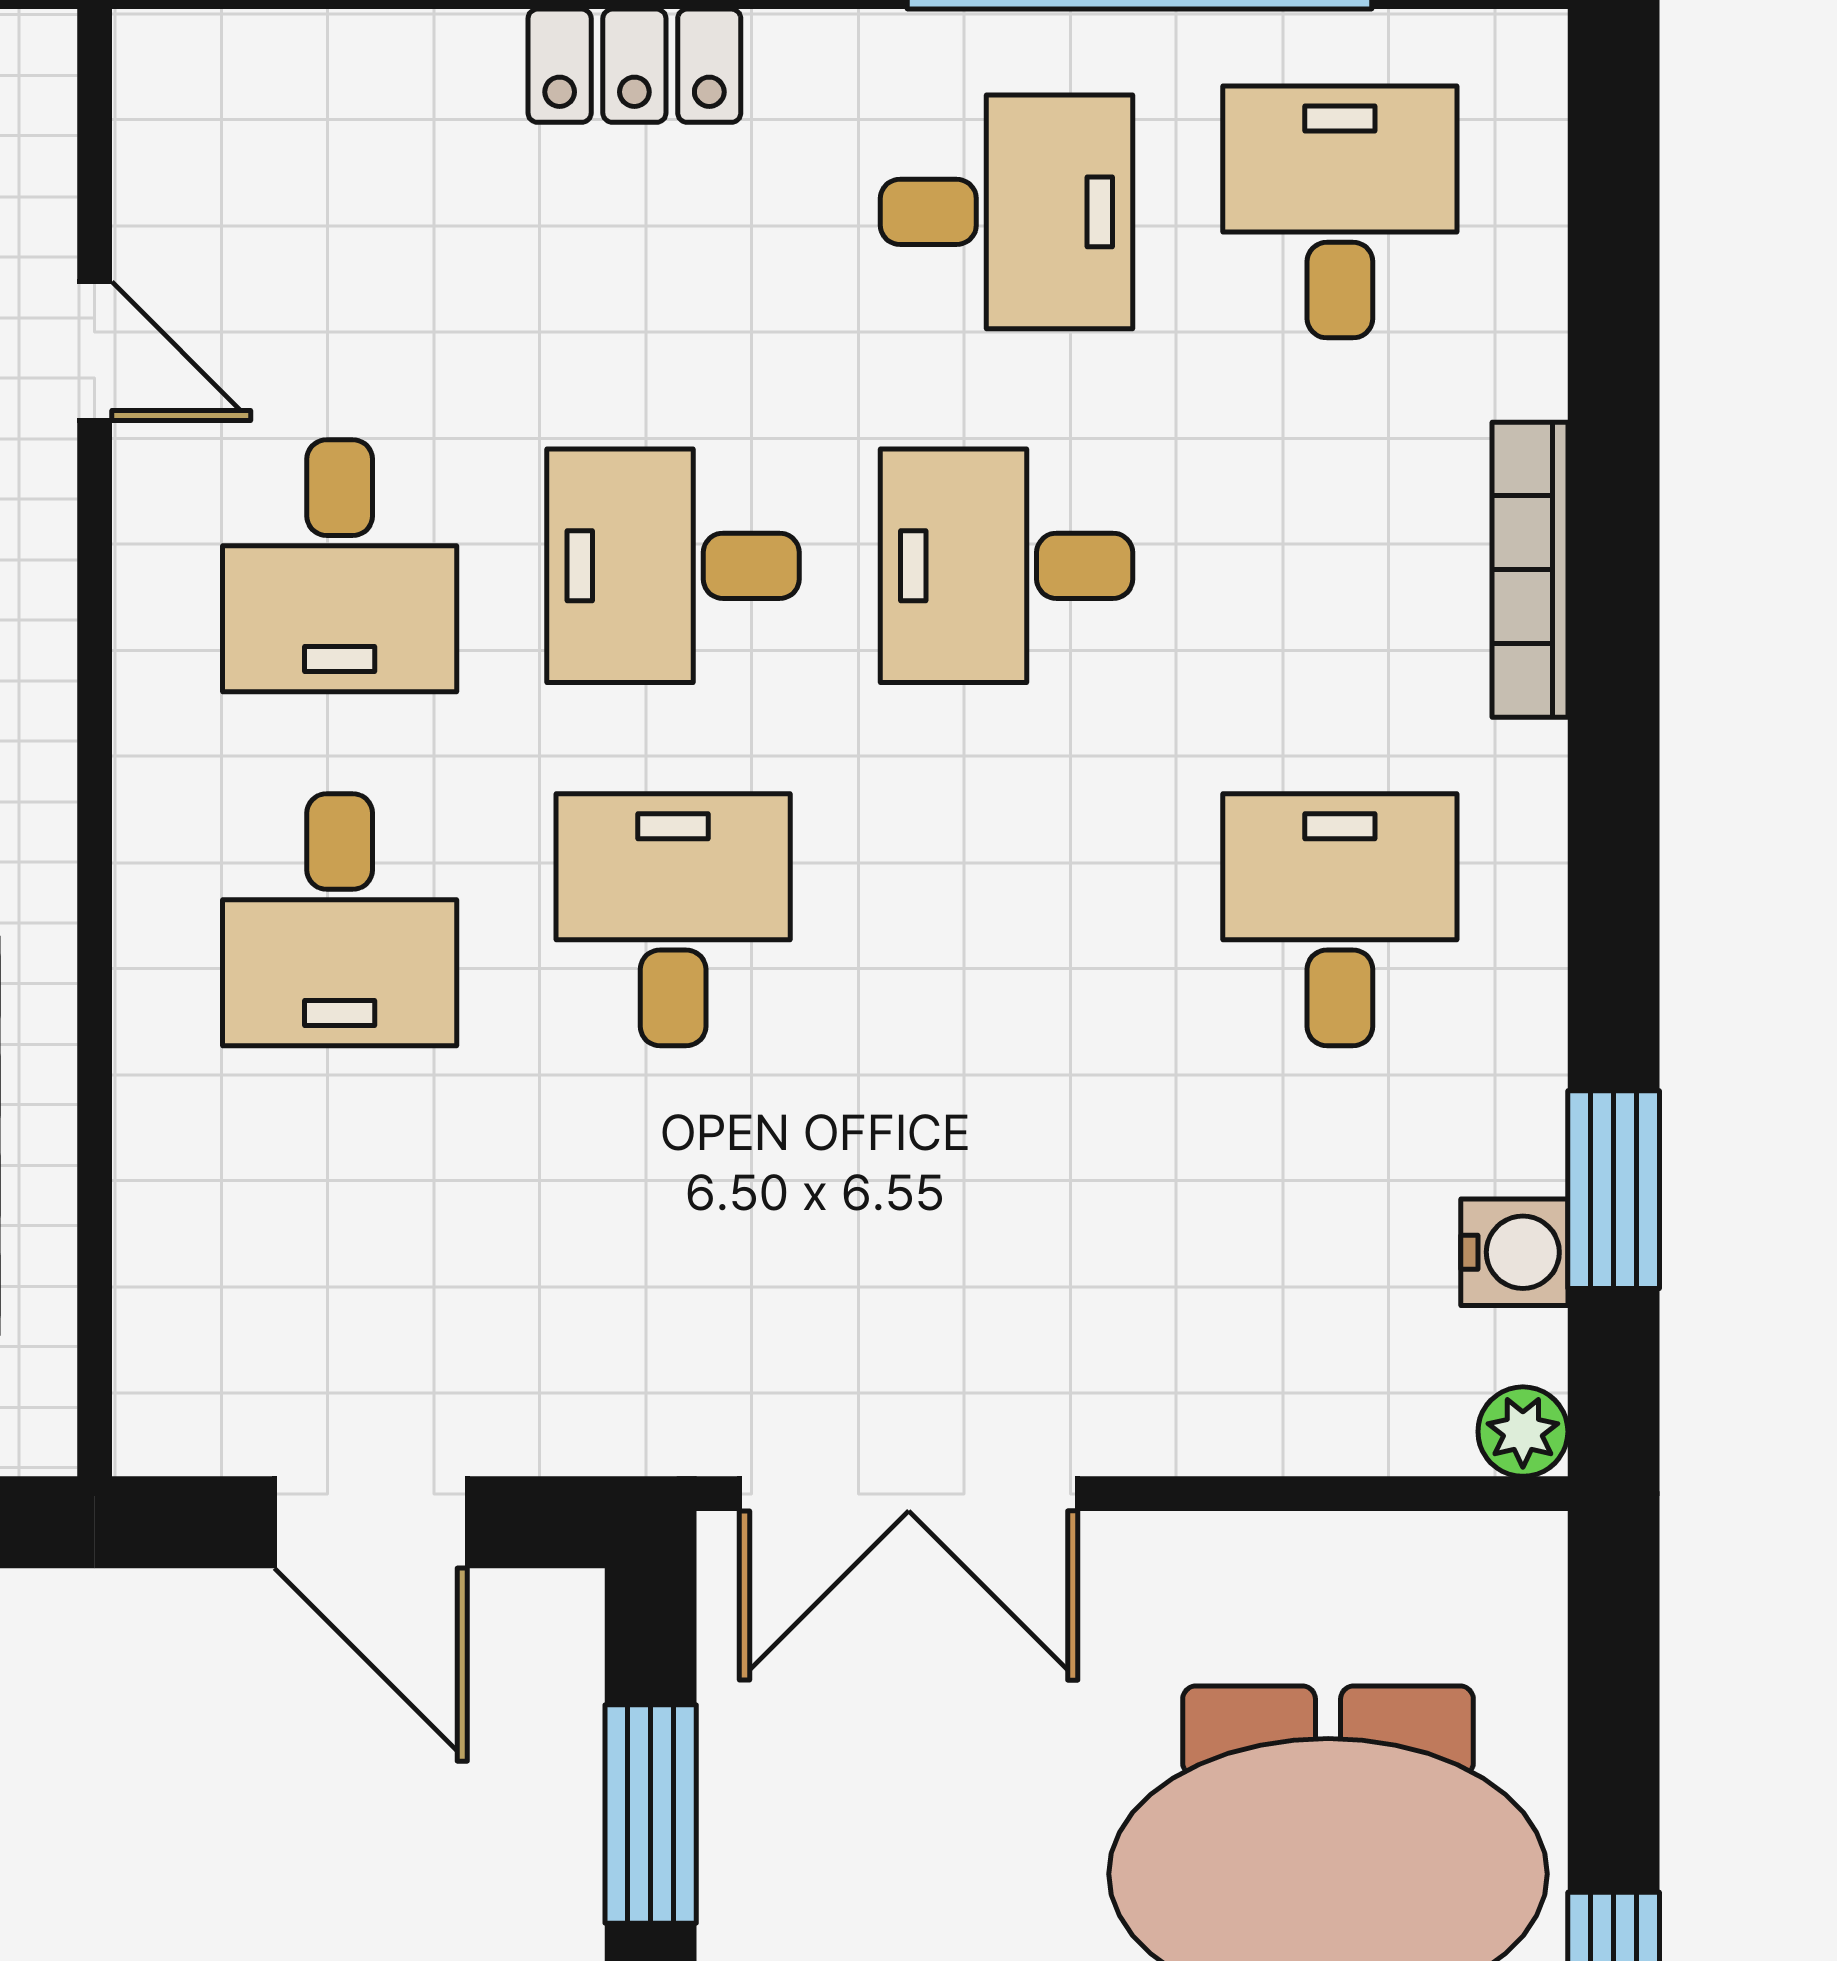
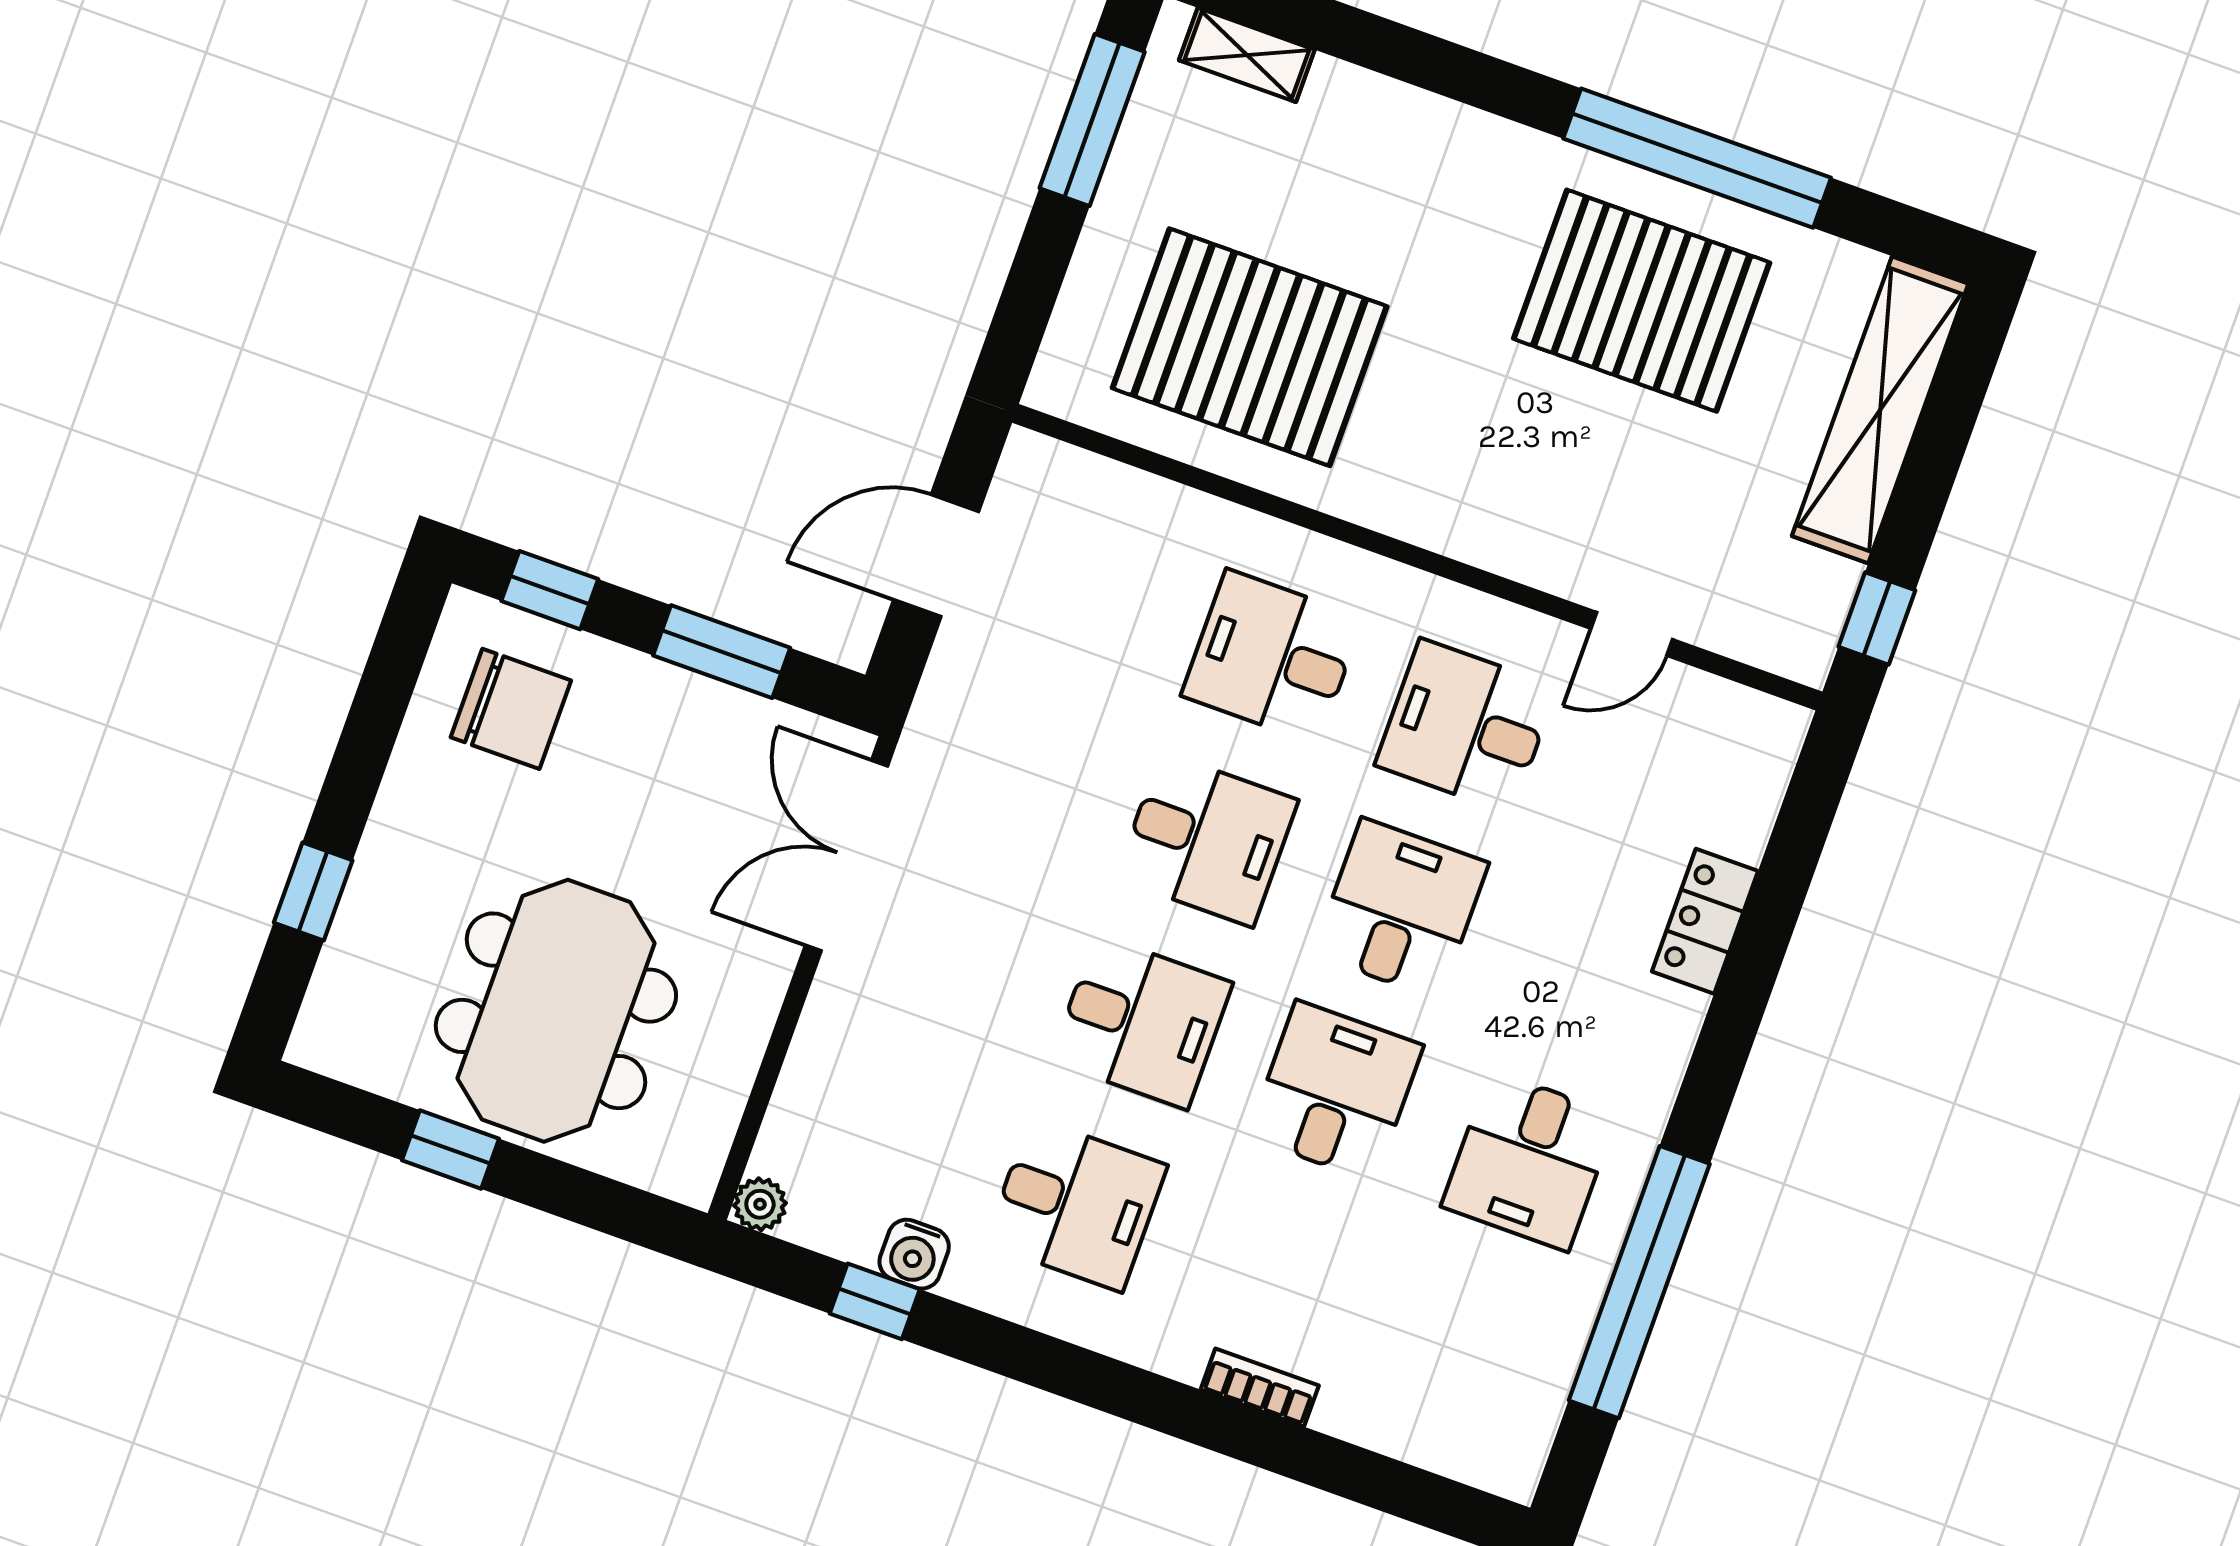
locker: (634, 66) -> (1705, 921), moved
desk: (1340, 212) -> (1142, 1022), moved
bookcase: (1530, 570) -> (1260, 1388), width x0.64
window: (1614, 1190) -> (875, 1301), width x0.67
water cooler: (1514, 1252) -> (914, 1254), moved

